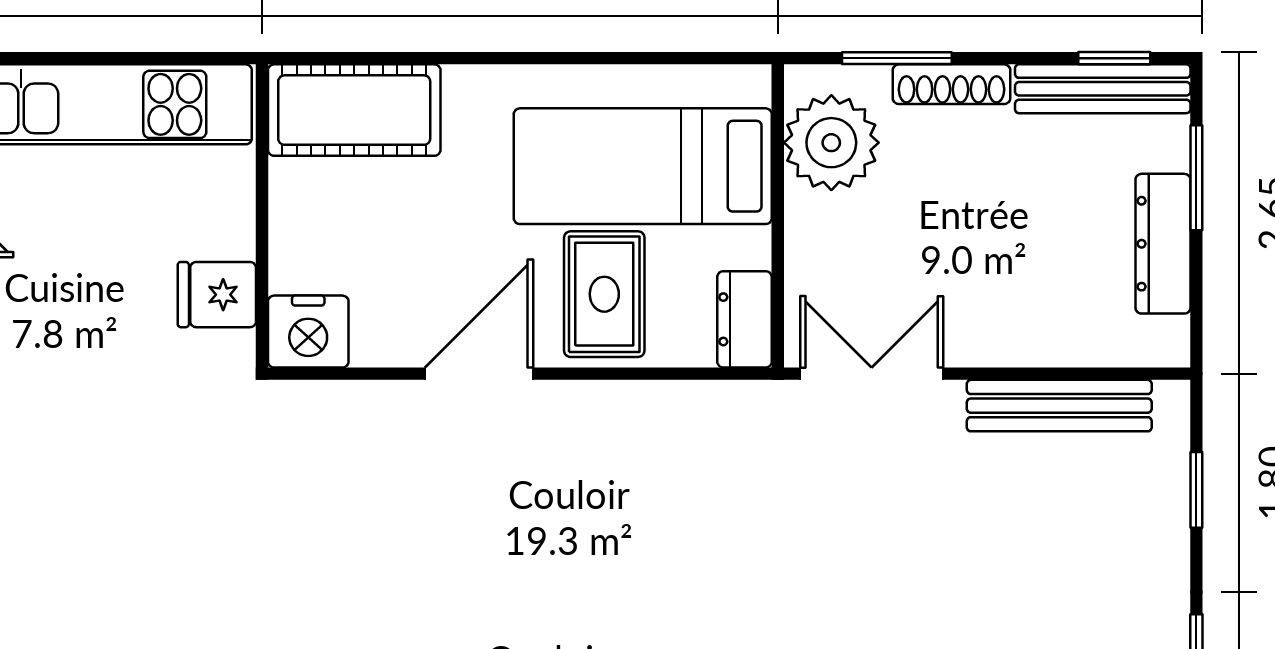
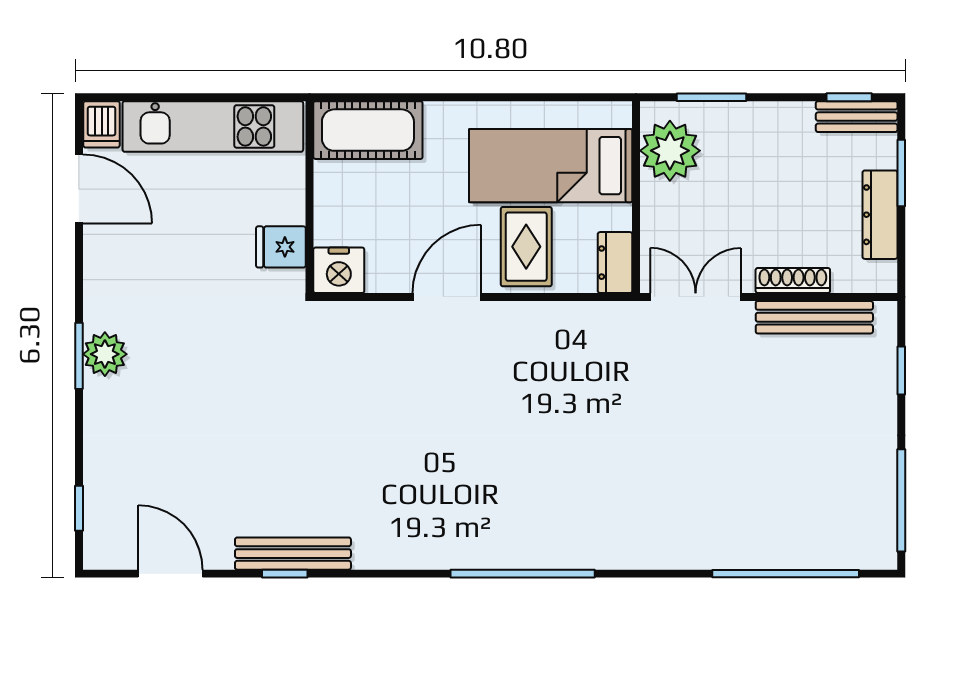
shoe rack: (952, 84) -> (793, 281), moved, turned 180
bench: (1103, 89) -> (857, 117), width x0.73

